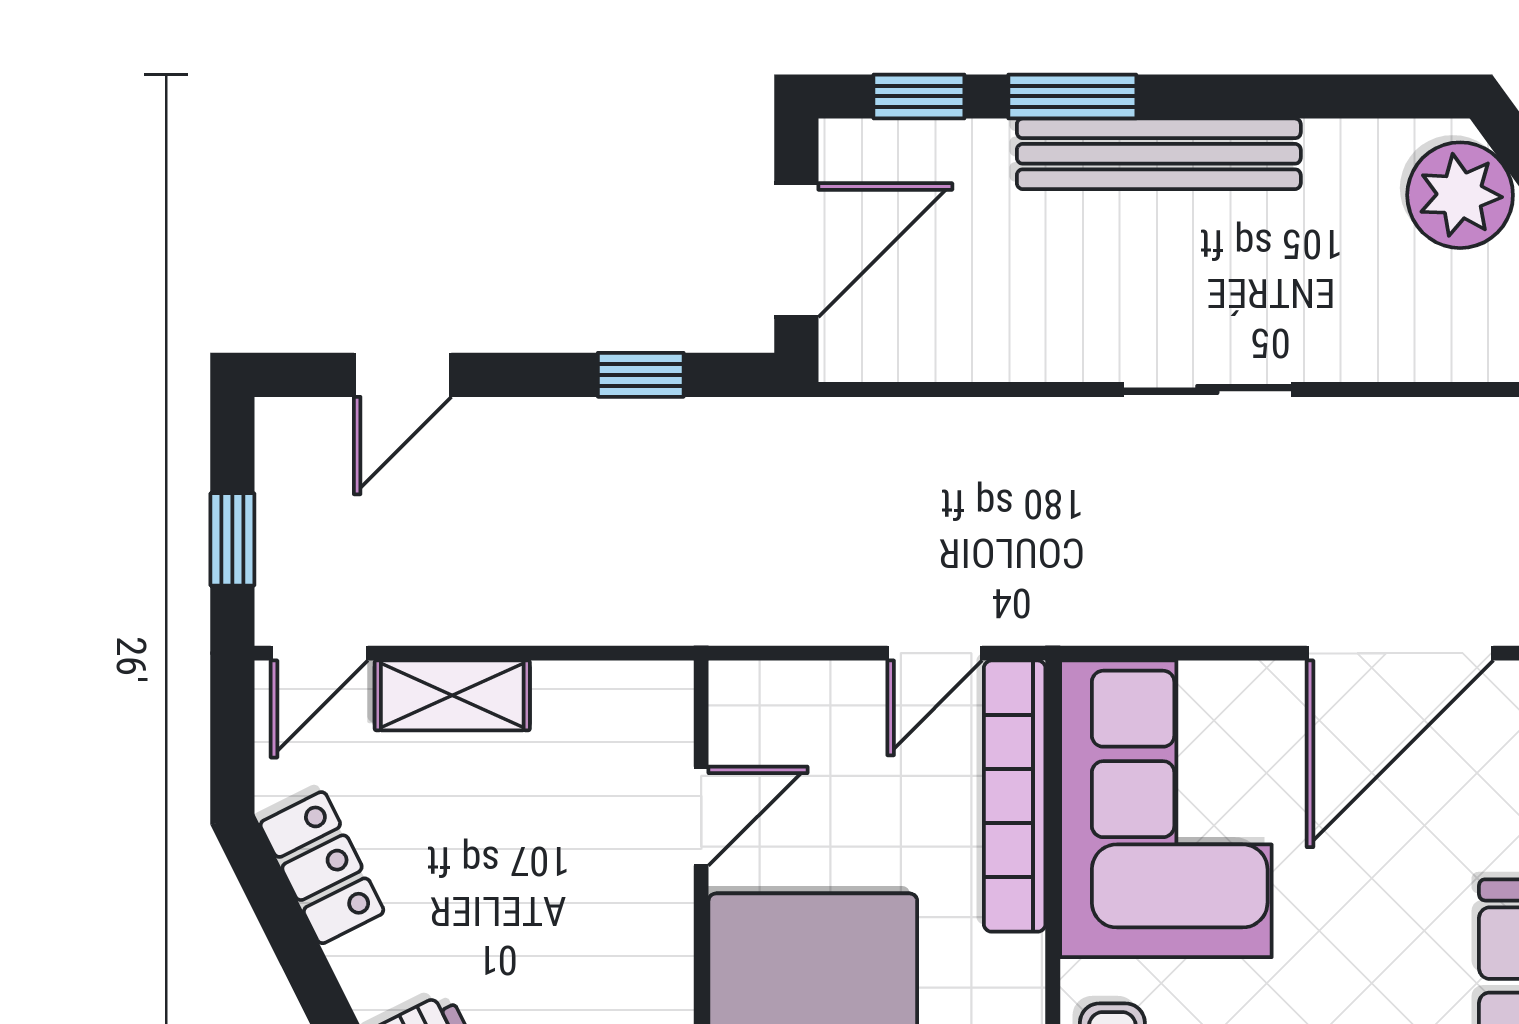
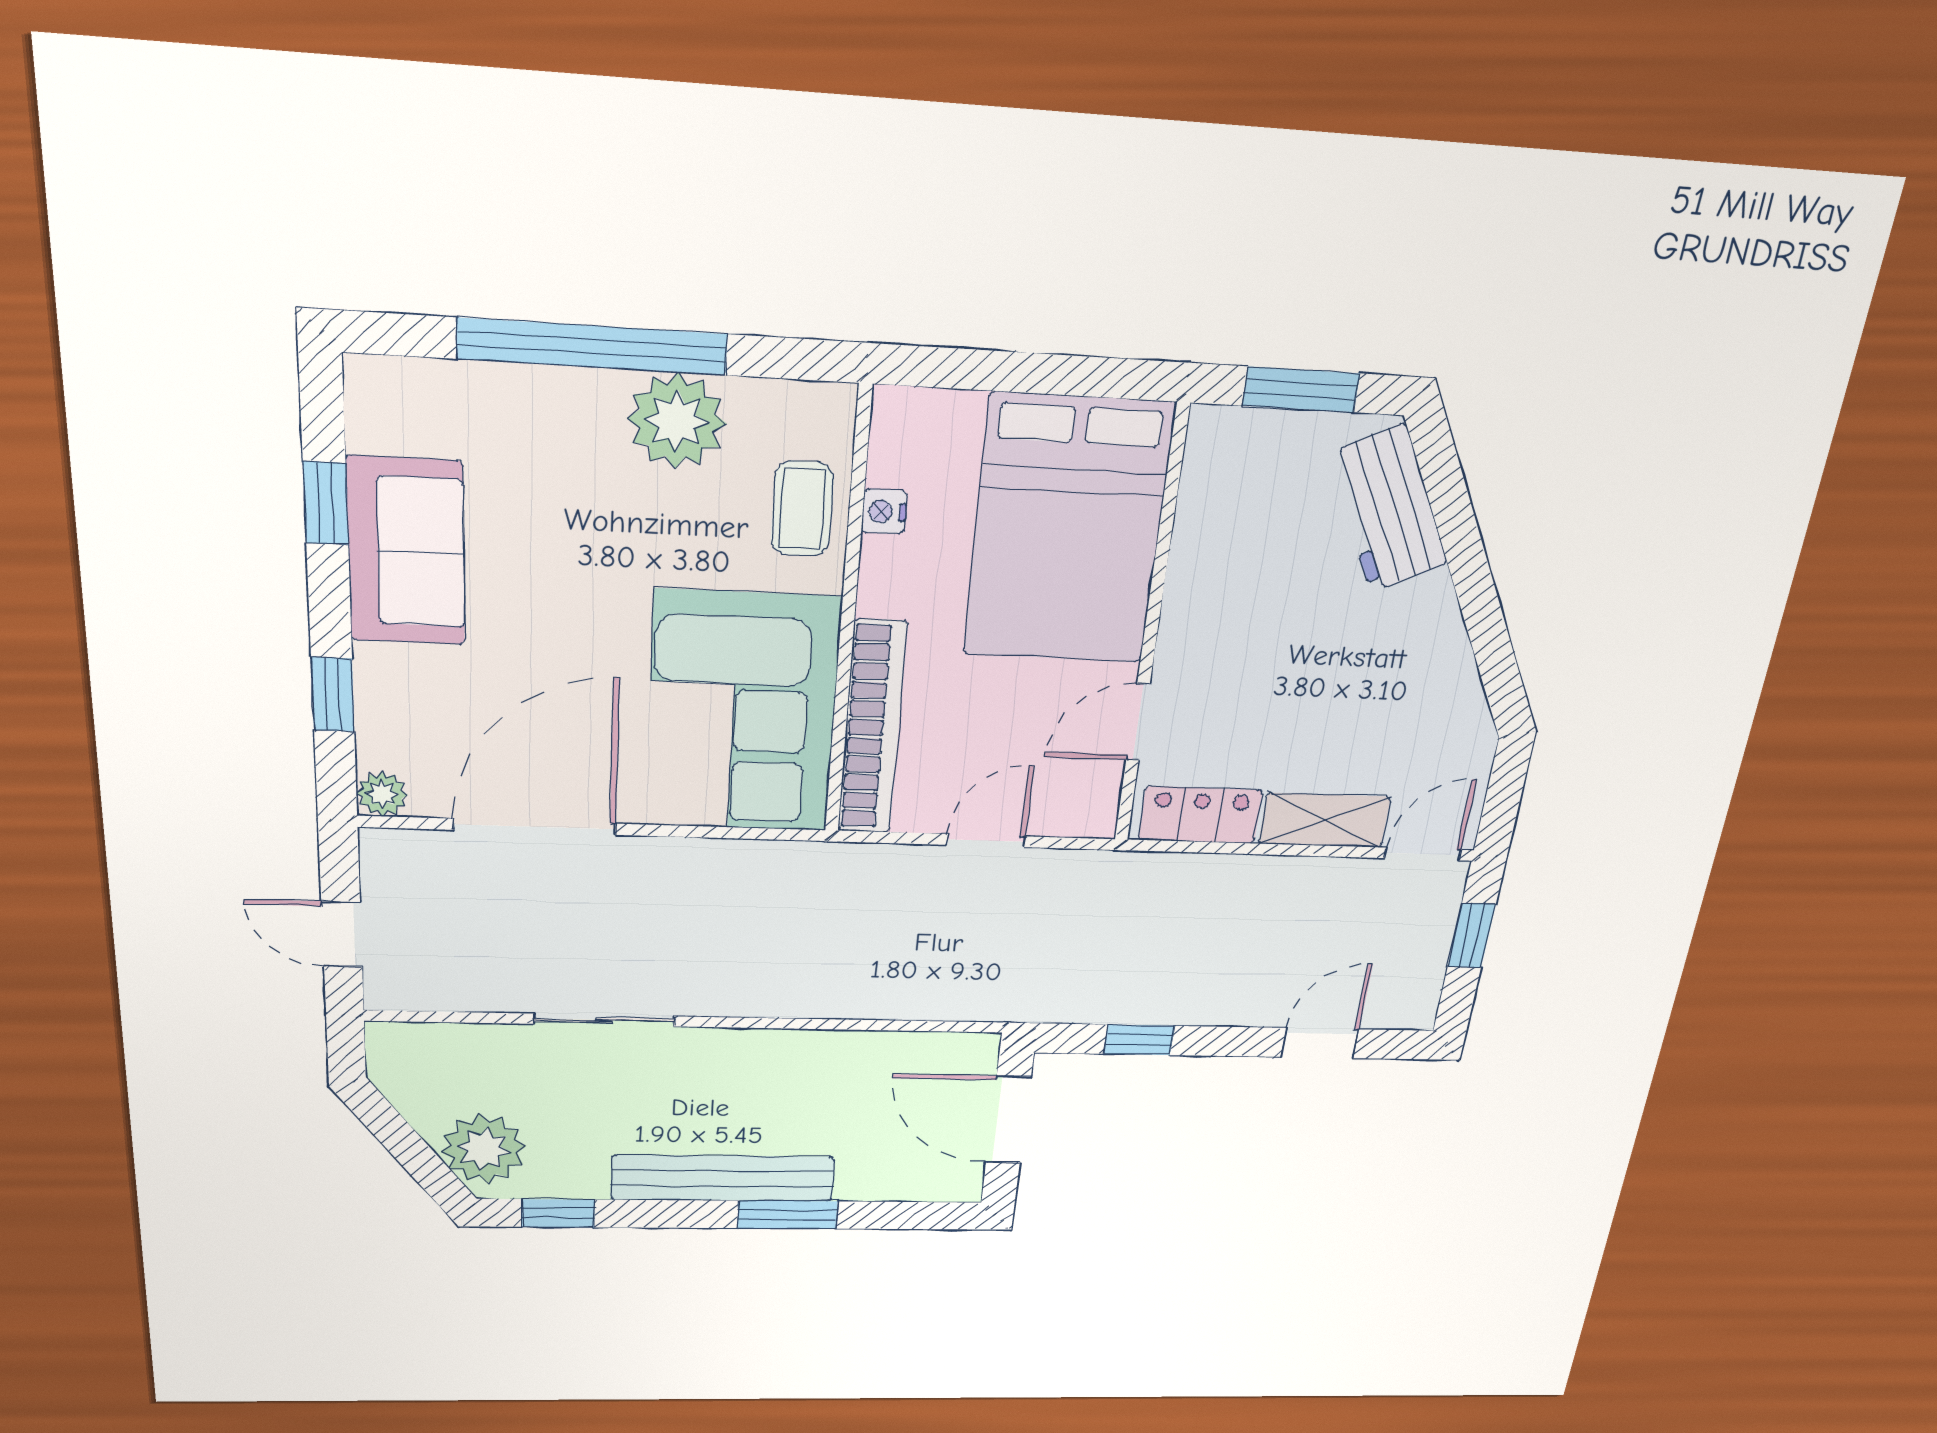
window: (919, 96) -> (558, 1213), moved
door: (796, 250) -> (1008, 1120), hinge flipped
sliding door: (1207, 389) -> (604, 1020), moved
door: (935, 653) -> (986, 841), moved
locker: (322, 868) -> (1200, 815), moved, turned 117

